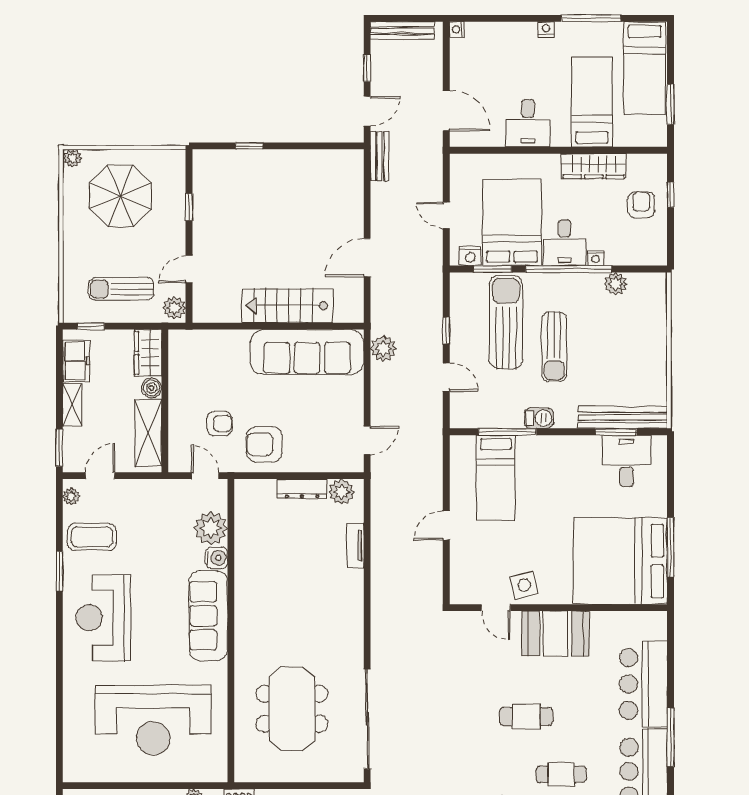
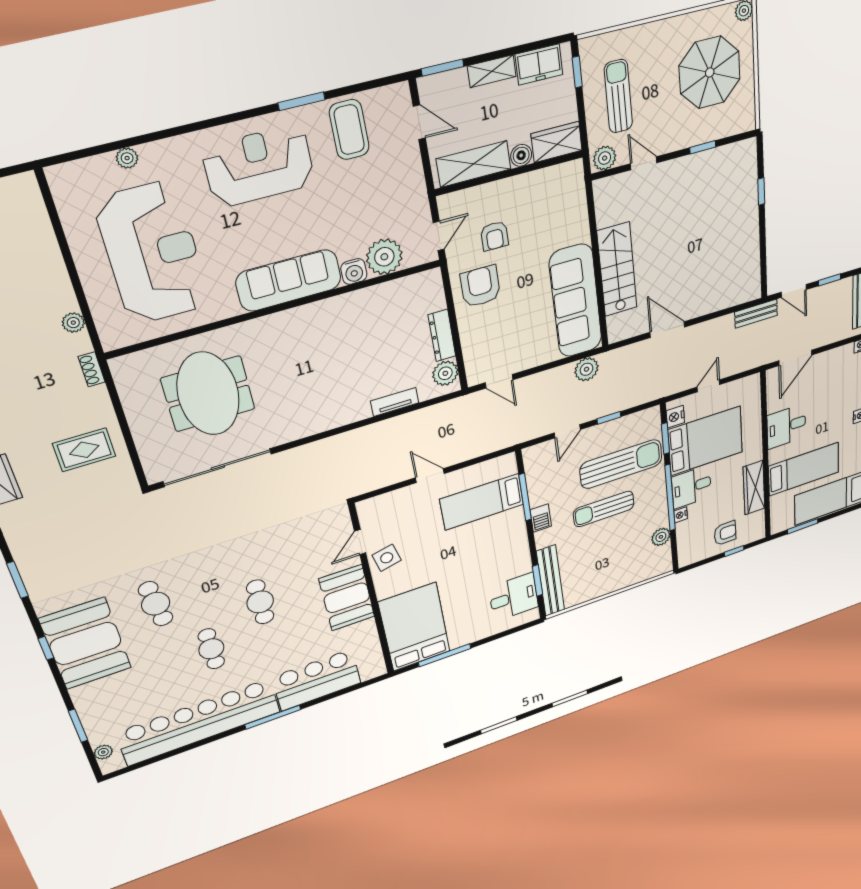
plant: (71, 496) -> (127, 158), moved
bed: (620, 561) -> (414, 627), width x0.73
meeting table: (292, 709) -> (208, 394), turned 90
reception desk: (153, 720) -> (153, 253), turned 180

